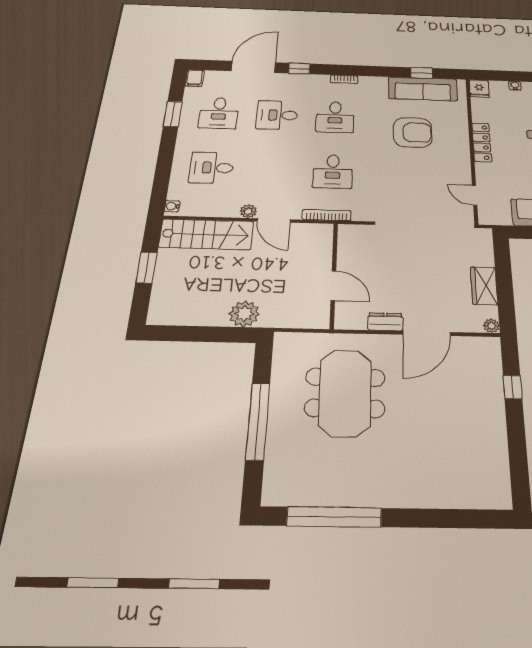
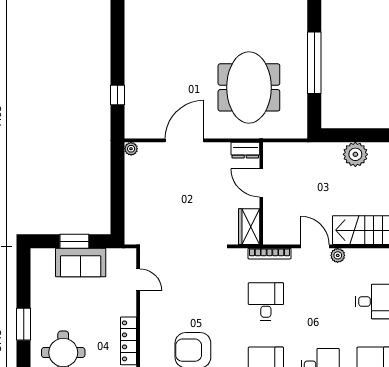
wardrobe: (484, 286) -> (249, 227), moved, turned 180
plant: (244, 314) -> (355, 154), moved
dresser: (385, 322) -> (245, 150), moved

